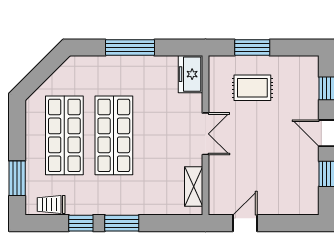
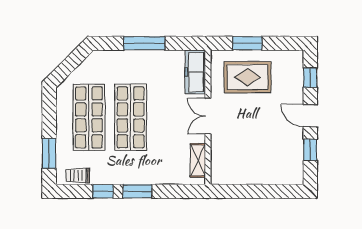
freezer: (190, 74) -> (195, 72), width x1.40
rug: (252, 88) -> (247, 77), width x1.36, depth x1.43
double door: (205, 134) -> (208, 116), swing flipped
door: (245, 223) -> (241, 191), removed

